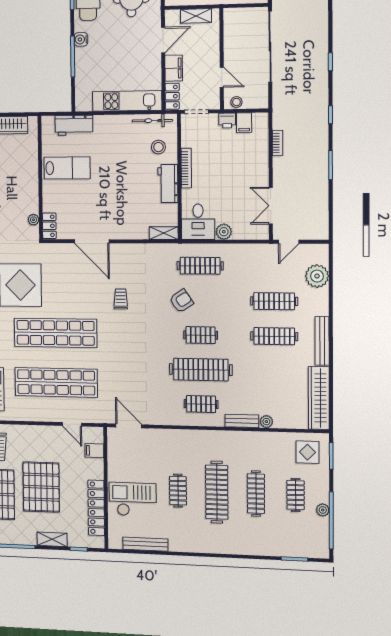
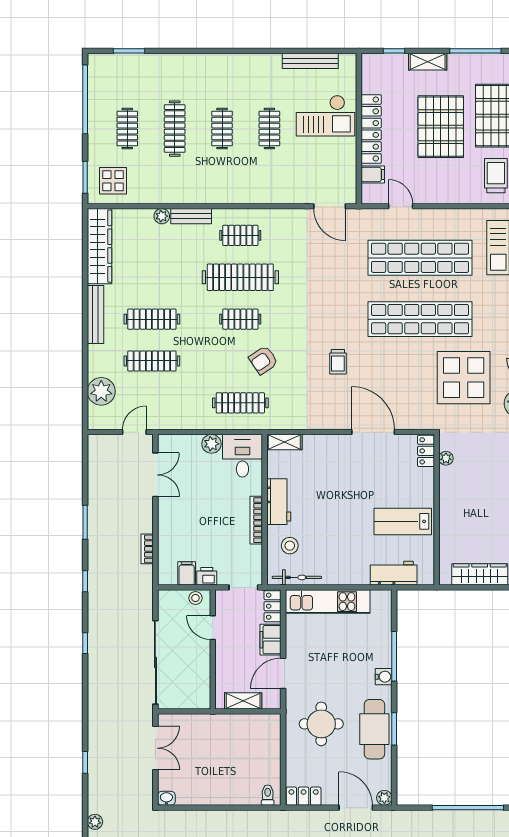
clothes rail: (217, 492) -> (222, 129), width x0.54, depth x0.76
locker: (96, 508) -> (371, 129), moved
plant: (323, 510) -> (95, 112), removed

